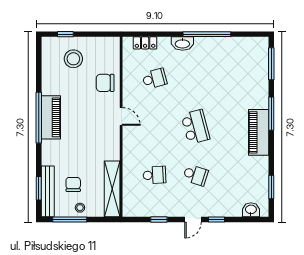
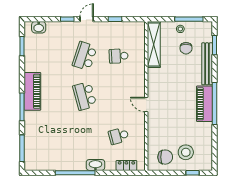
chair: (105, 83) -> (165, 157), moved
school desk: (195, 175) -> (85, 56), width x1.85
bench: (48, 191) -> (207, 64), moved

